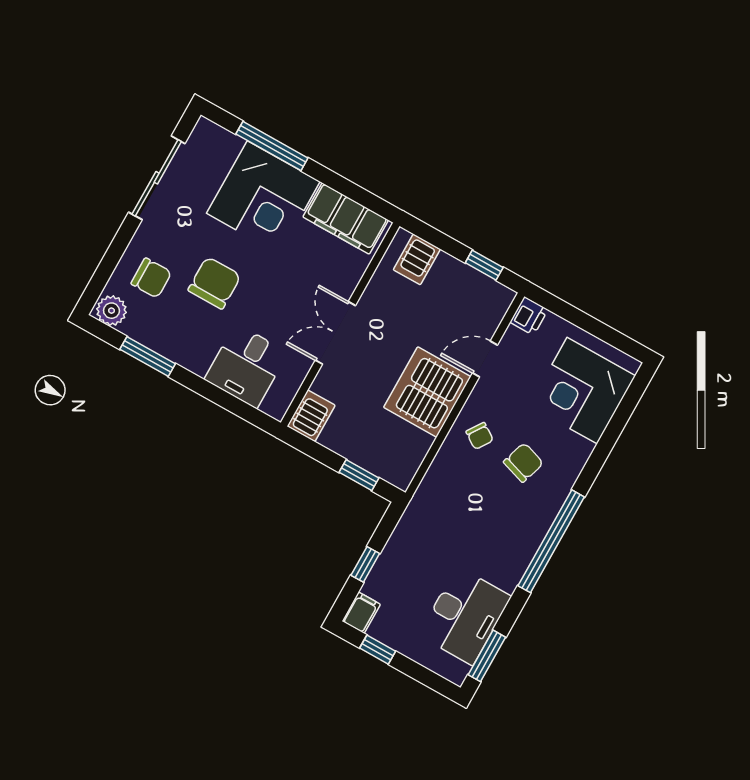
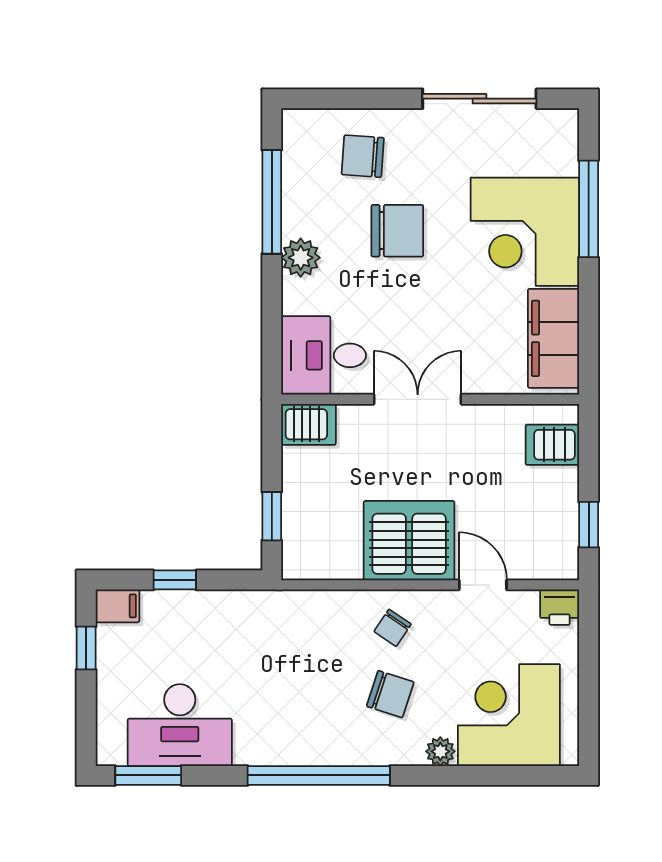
chair: (151, 278) -> (363, 156), turned 94
plant: (111, 311) -> (301, 258), moved
window: (148, 356) -> (272, 202), width x1.44
desk: (246, 366) -> (324, 355), moved
plant: (581, 450) -> (440, 751), added

